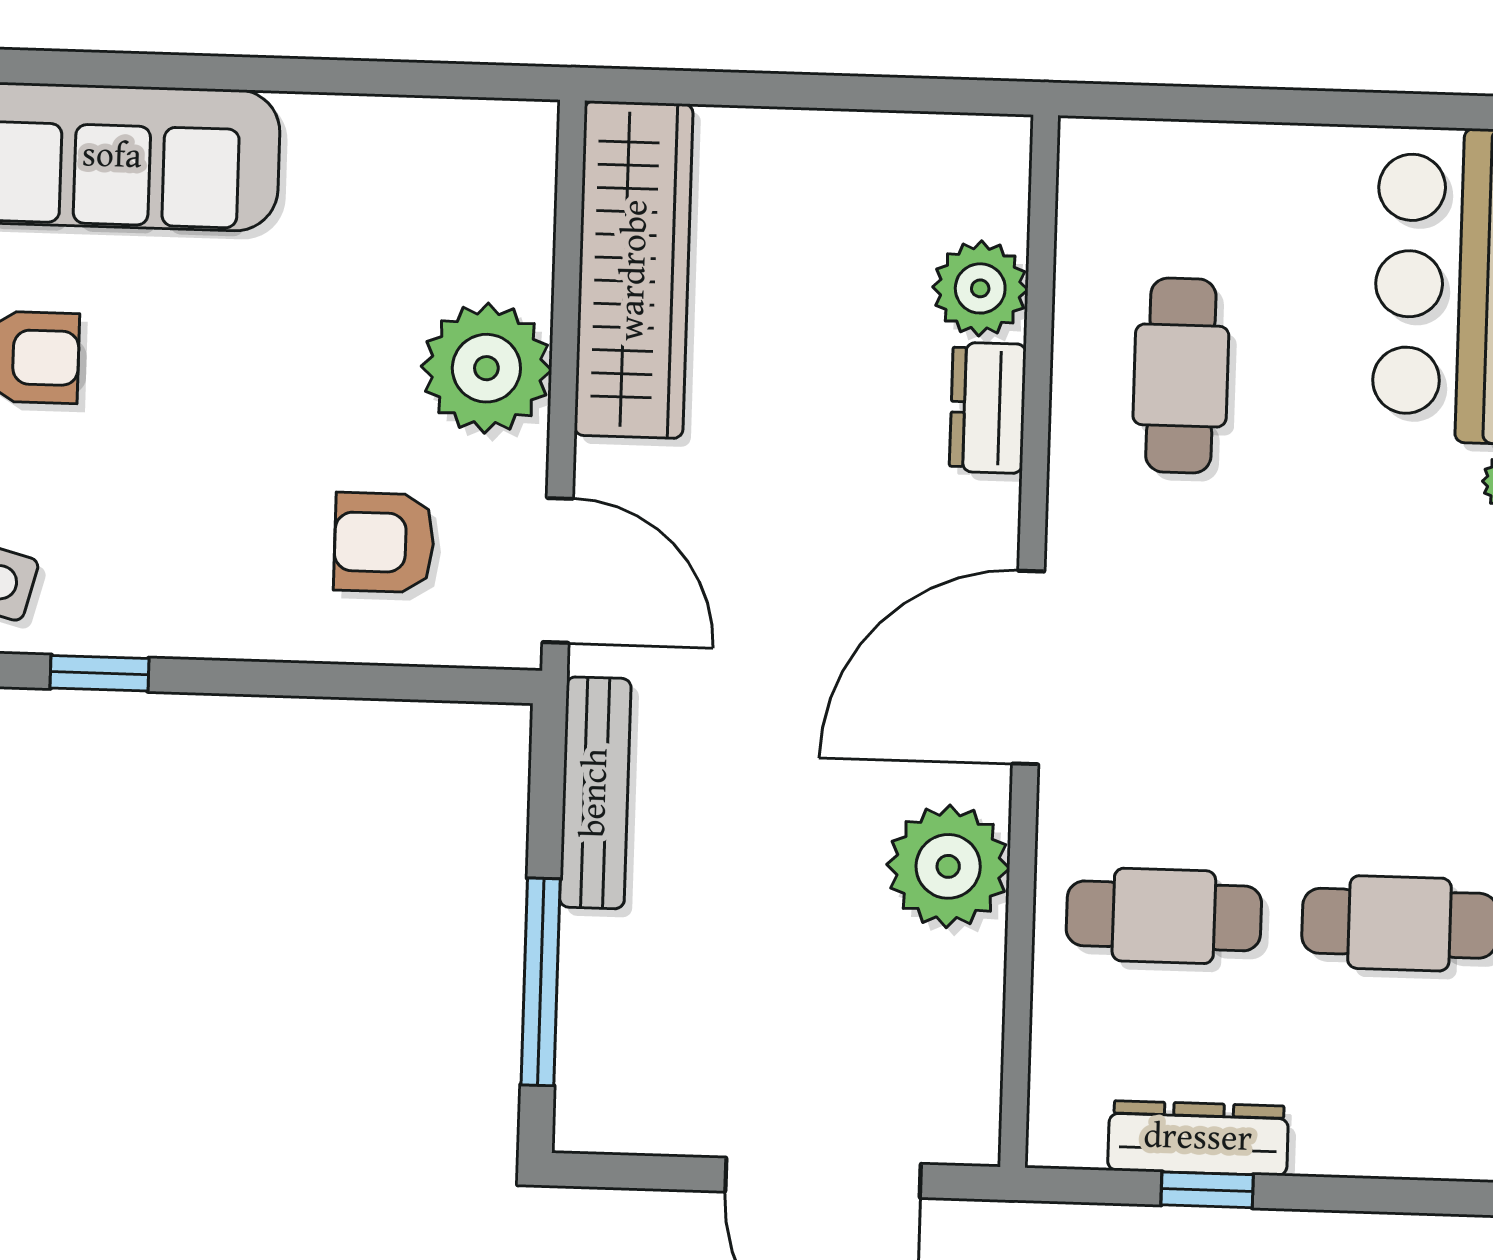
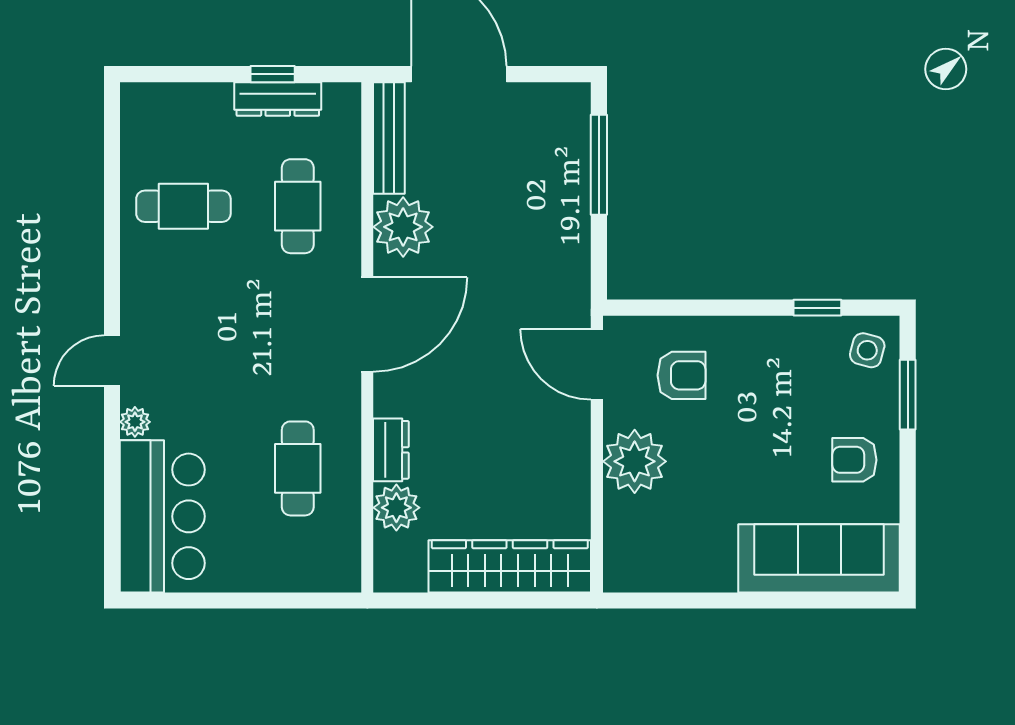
wardrobe: (634, 270) -> (510, 566), moved, turned 90
bench: (595, 793) -> (389, 138), moved
cafe table: (1164, 916) -> (298, 206), turned 90

